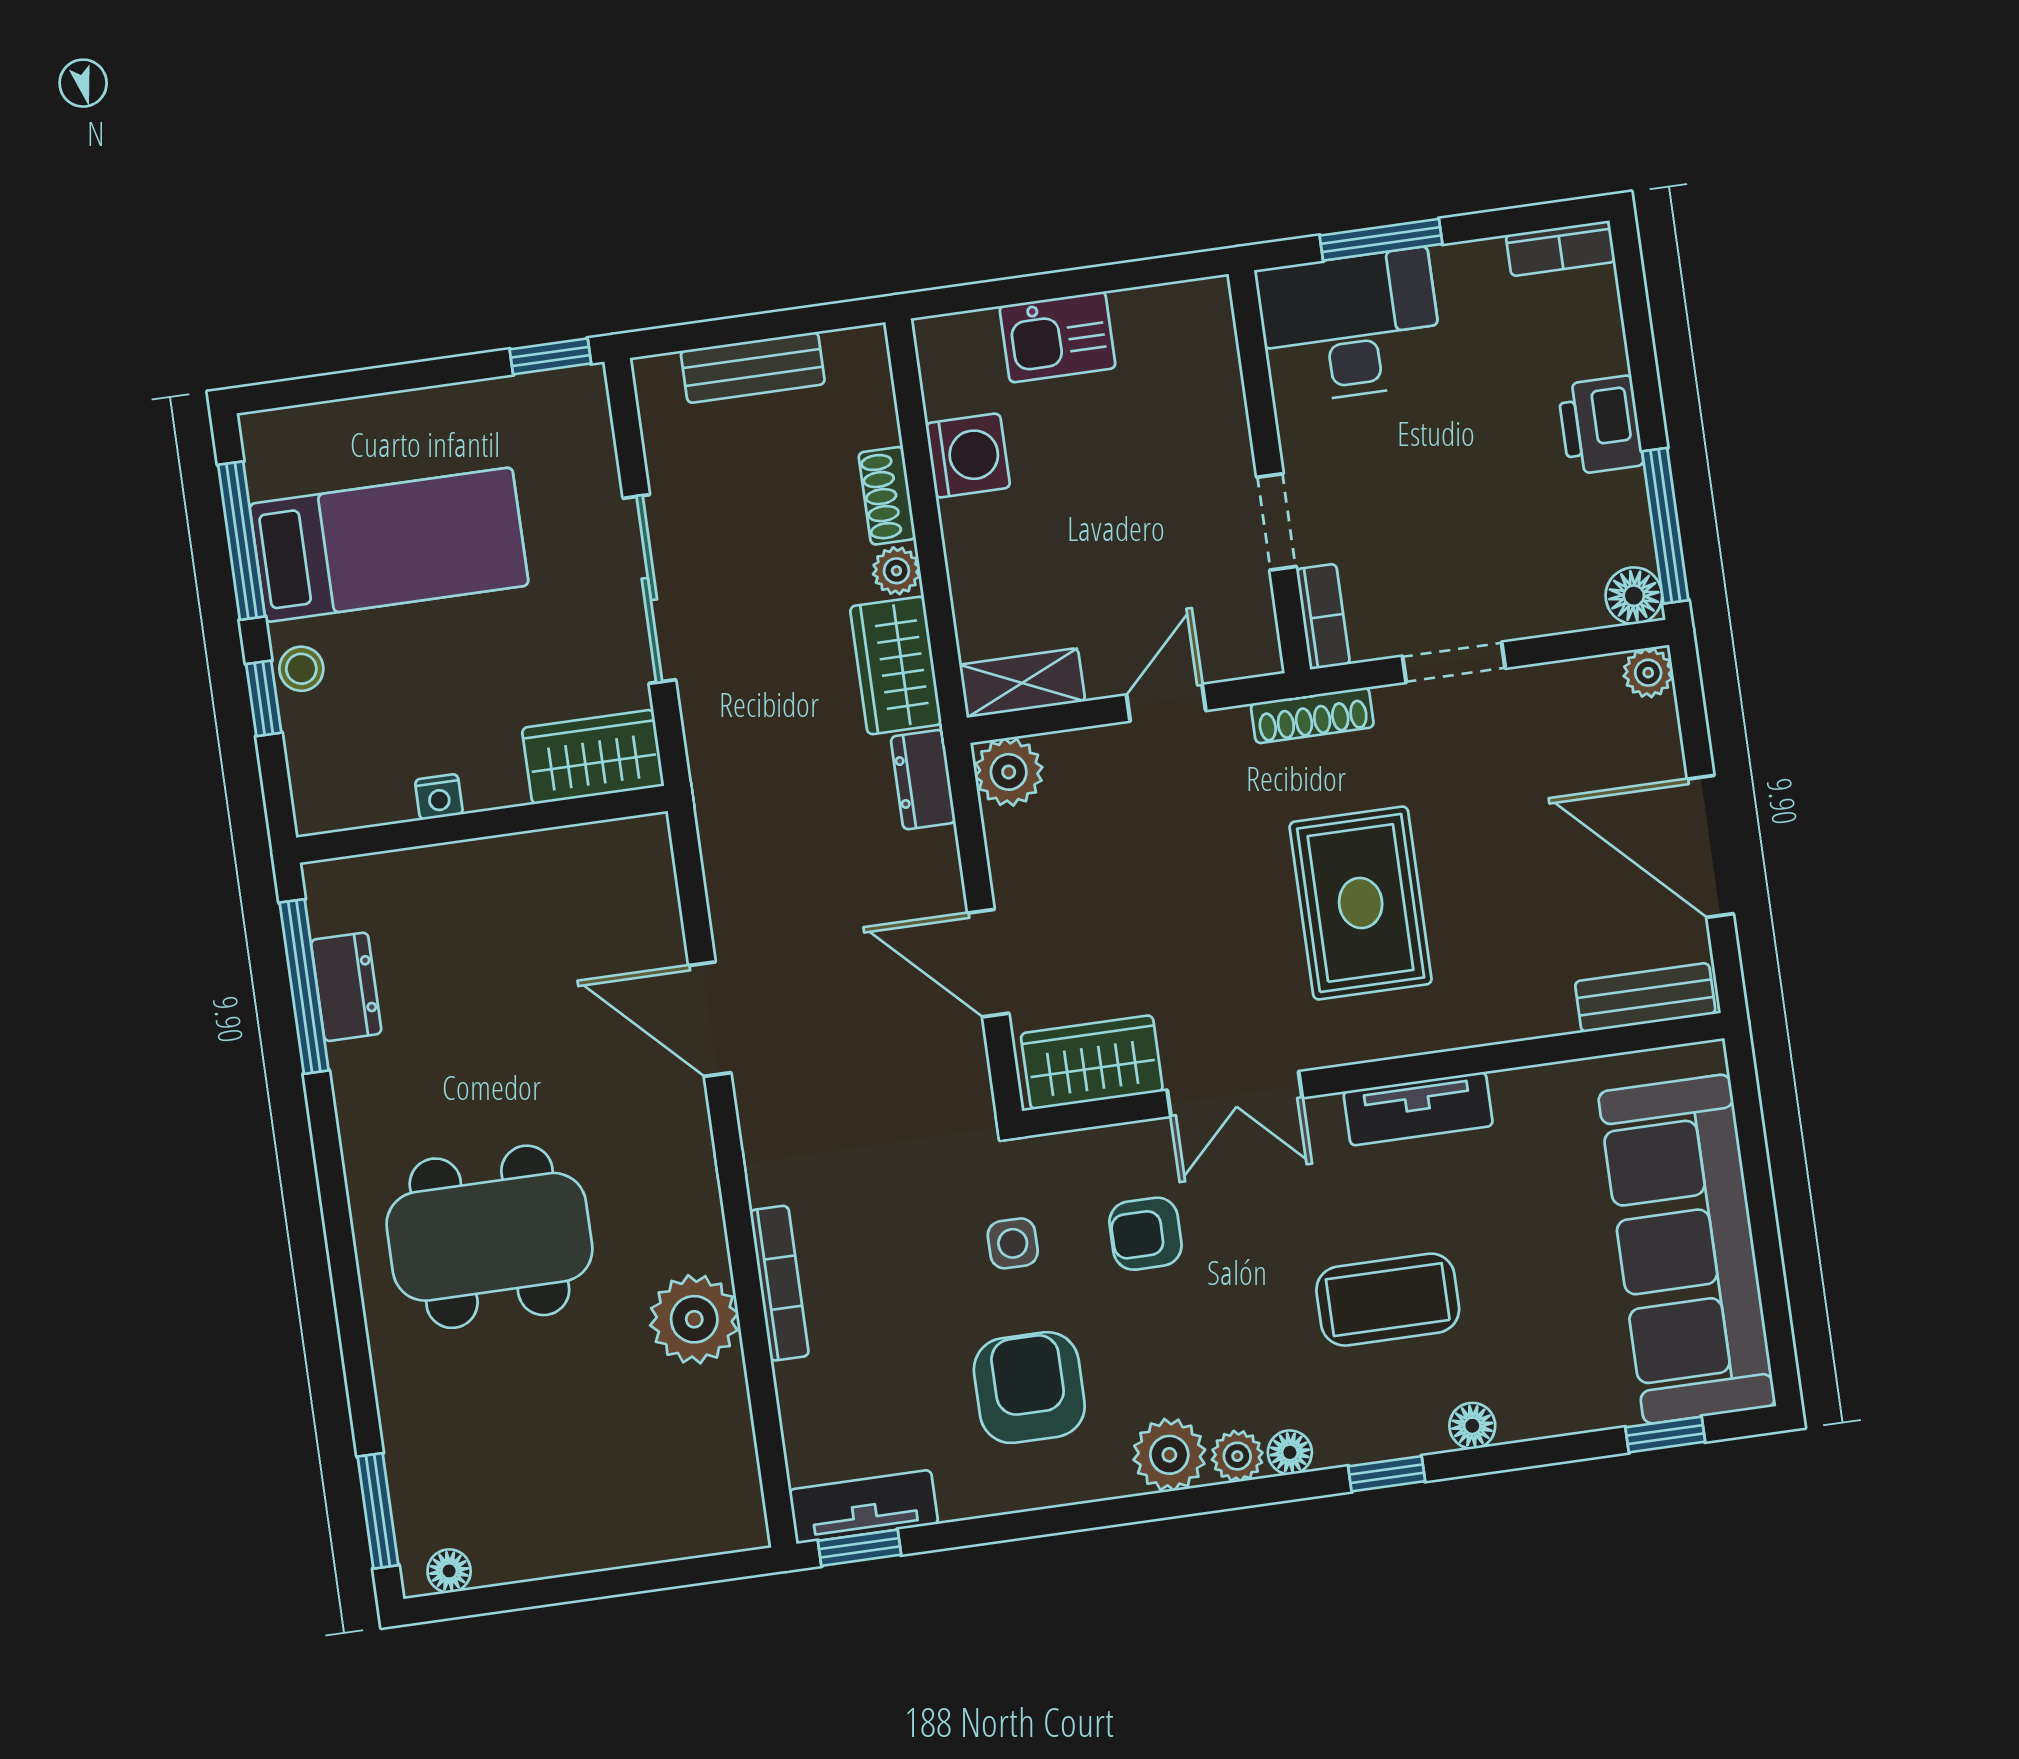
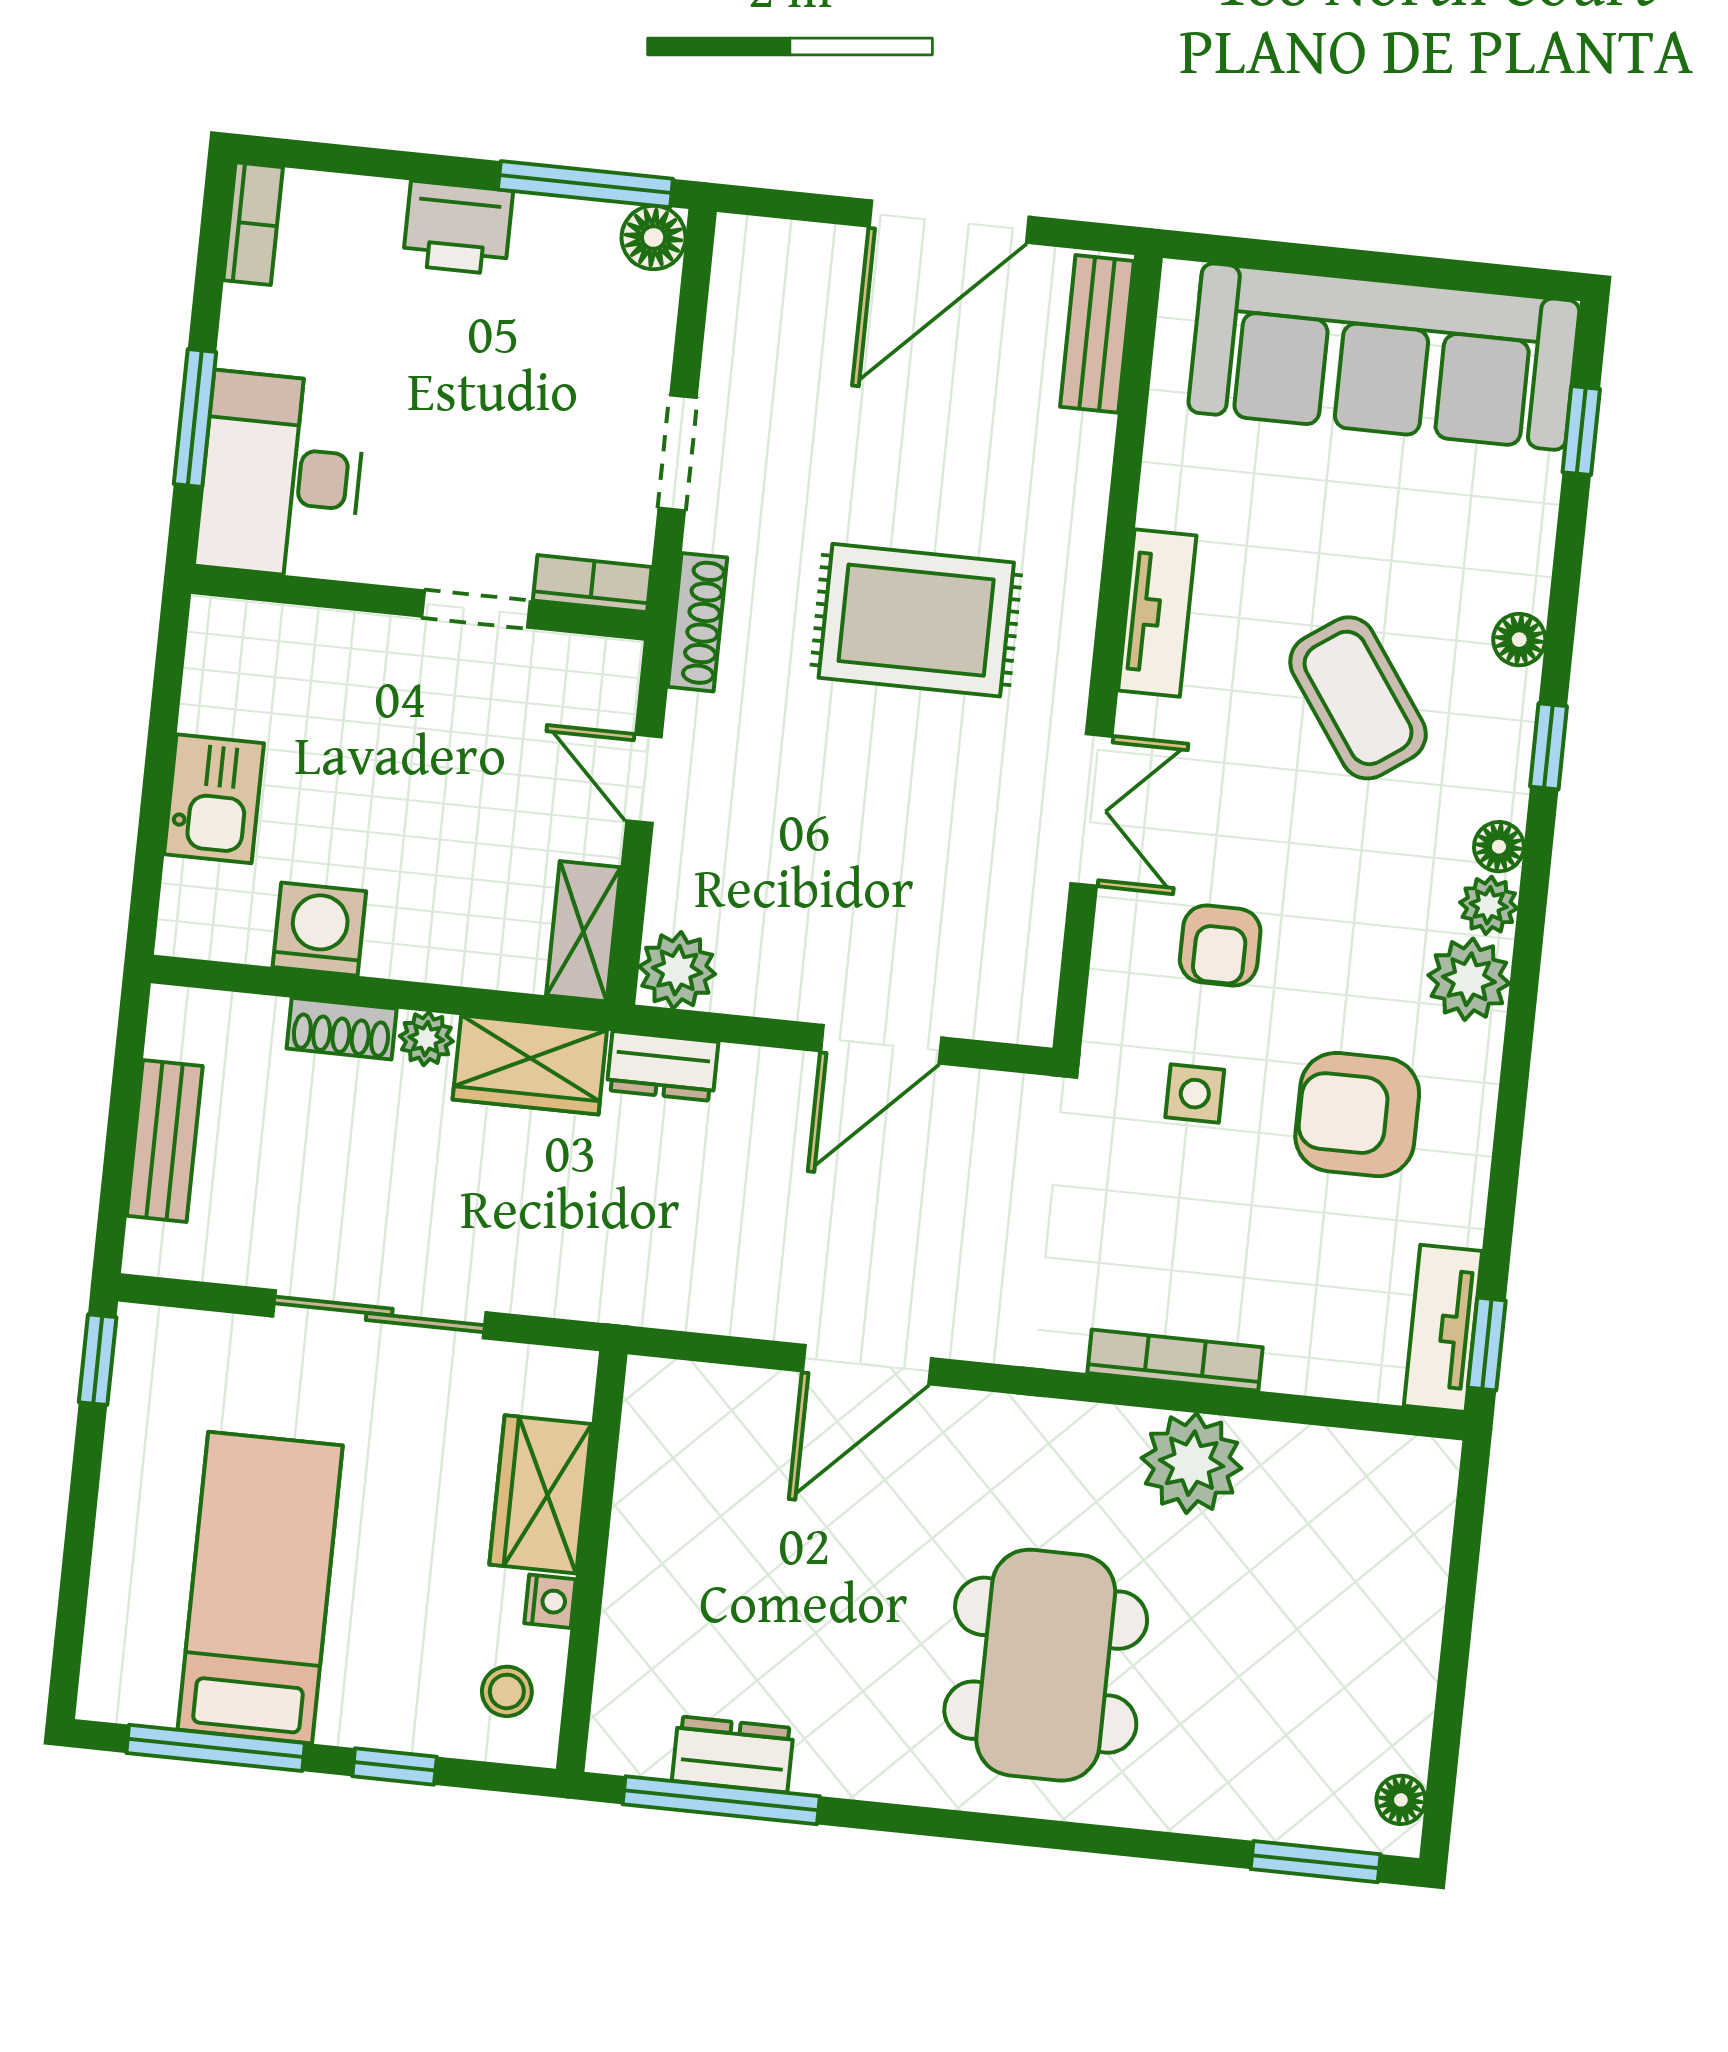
stool: (301, 669) -> (507, 1691), moved
plant: (1648, 673) -> (742, 243), removed
wardrobe: (593, 757) -> (541, 1494), moved
wardrobe: (1092, 1062) -> (1018, 958), removed
coffee table: (1388, 1300) -> (1358, 698), turned -35

